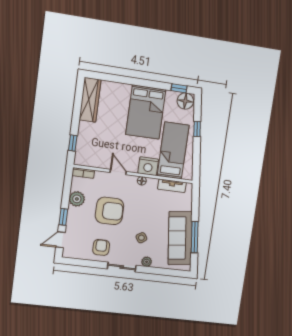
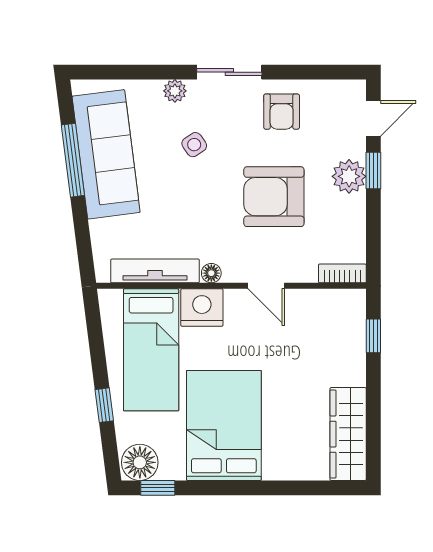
tv unit: (172, 186) -> (155, 271), width x1.41
plant: (77, 199) -> (349, 176), moved

